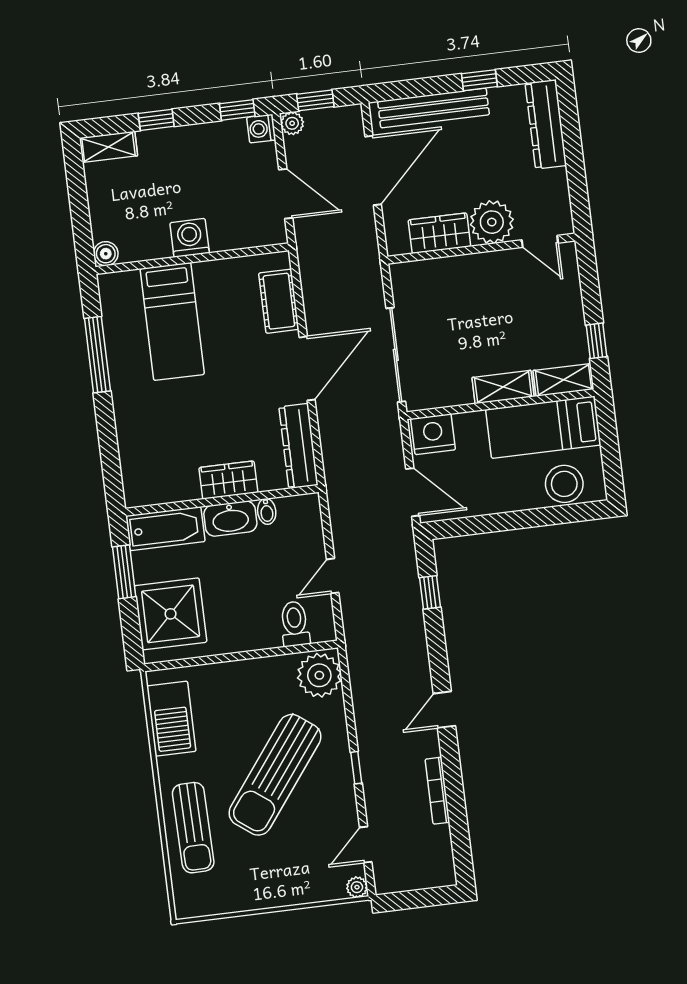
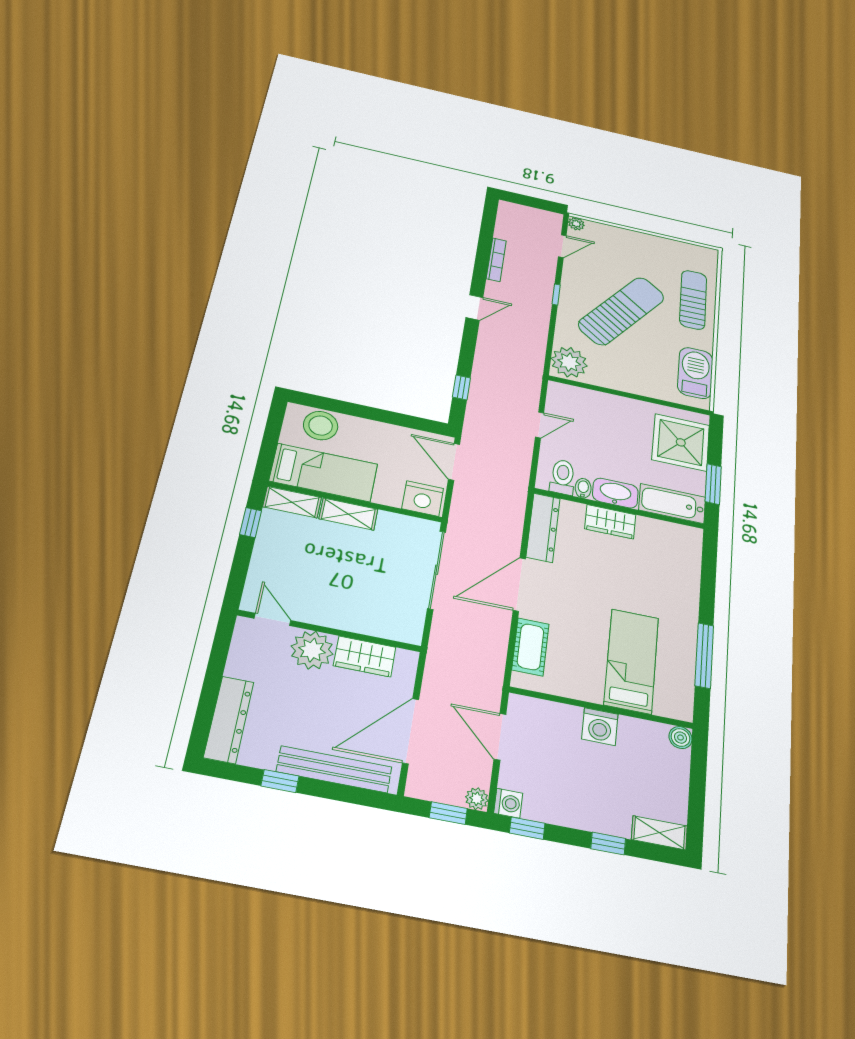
toilet: (295, 624) -> (563, 477), moved, turned 180

